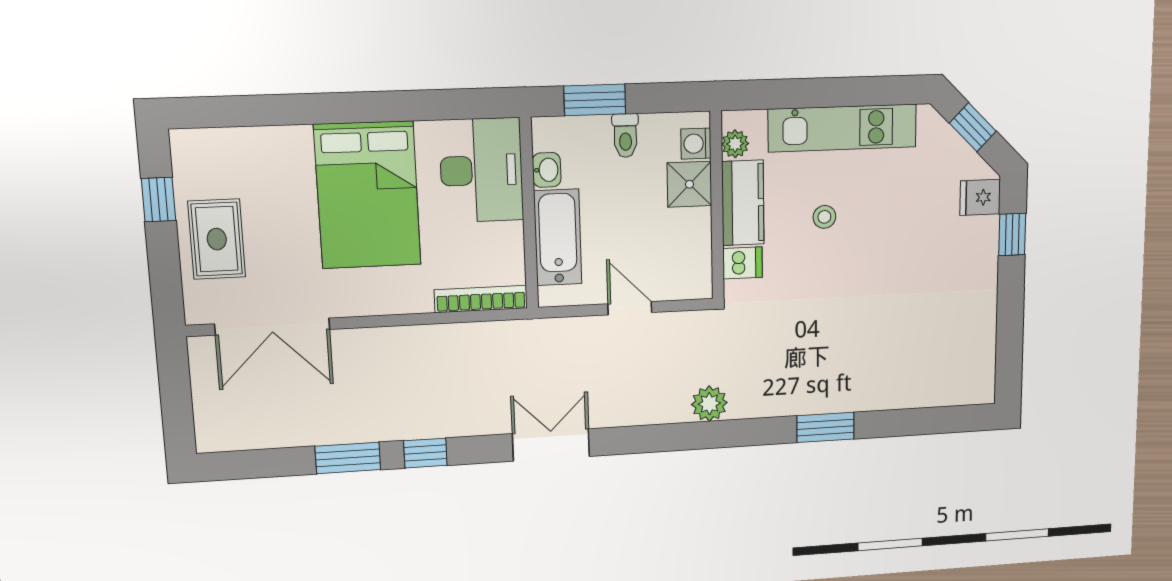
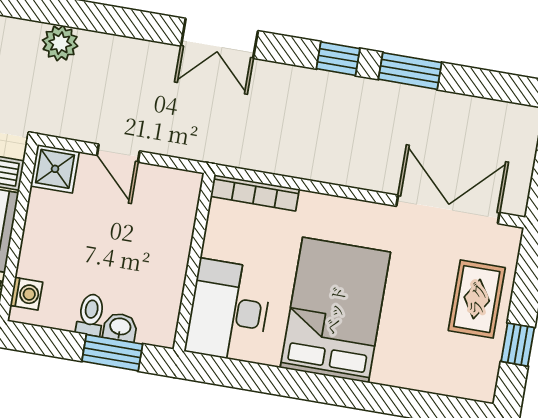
washbasin: (547, 170) -> (120, 327), moved, turned 90
shower: (690, 184) -> (55, 169), moved
bathtub: (558, 237) -> (172, 234), removed

